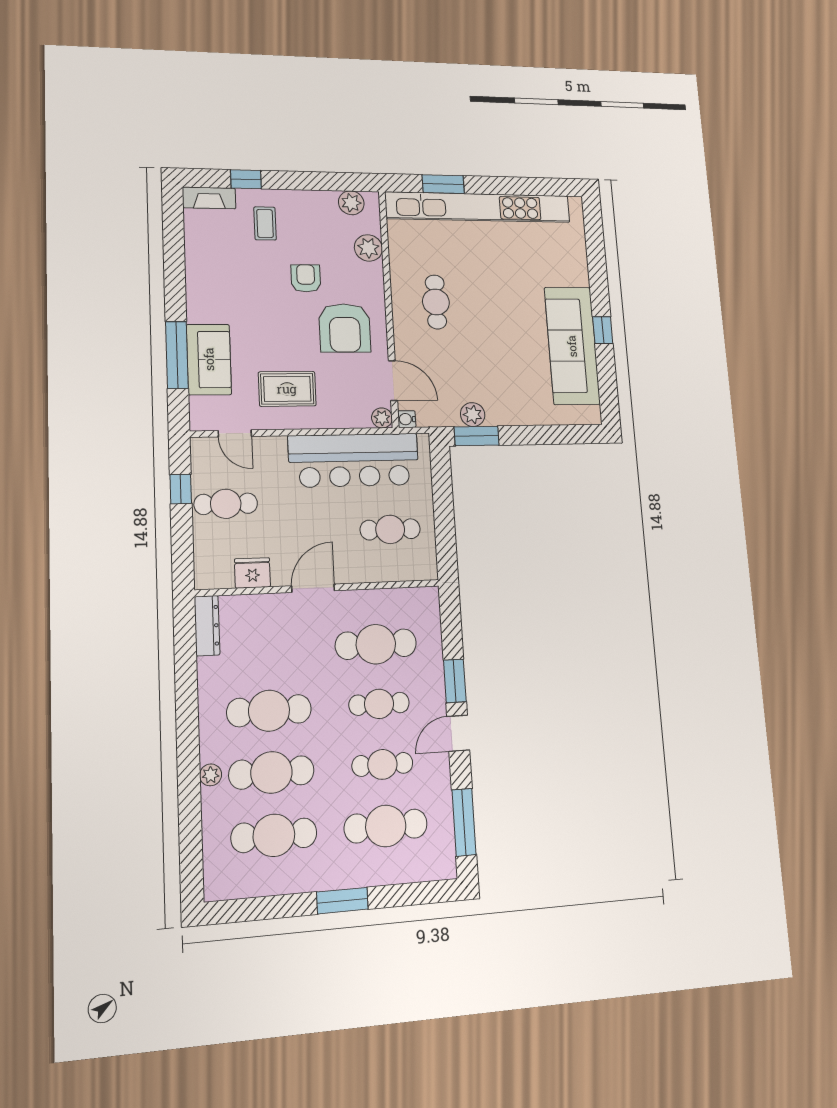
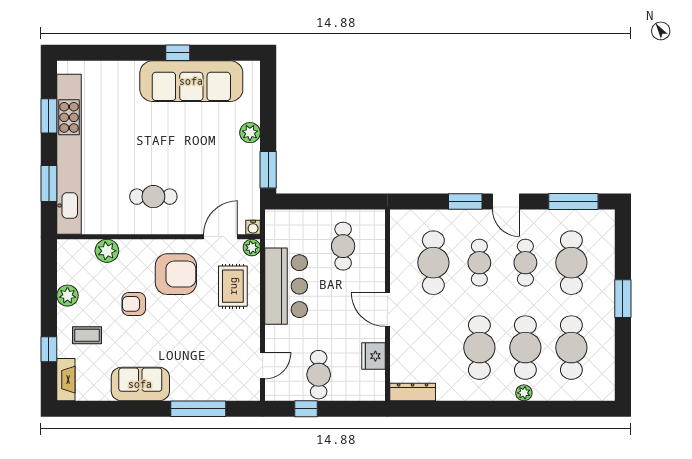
window: (520, 186) -> (49, 116), added
plant: (351, 203) -> (67, 296), moved
sofa: (209, 359) -> (140, 384), moved
rug: (287, 389) -> (233, 286), moved
plant: (473, 415) -> (250, 133), moved
bar counter: (354, 460) -> (286, 286), width x0.73

